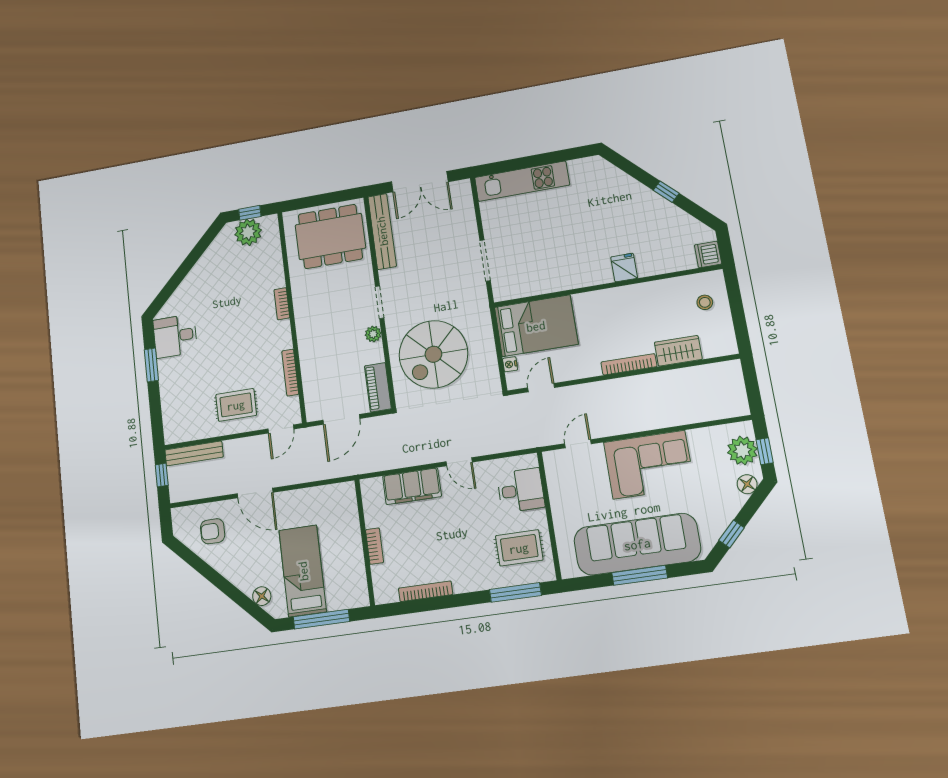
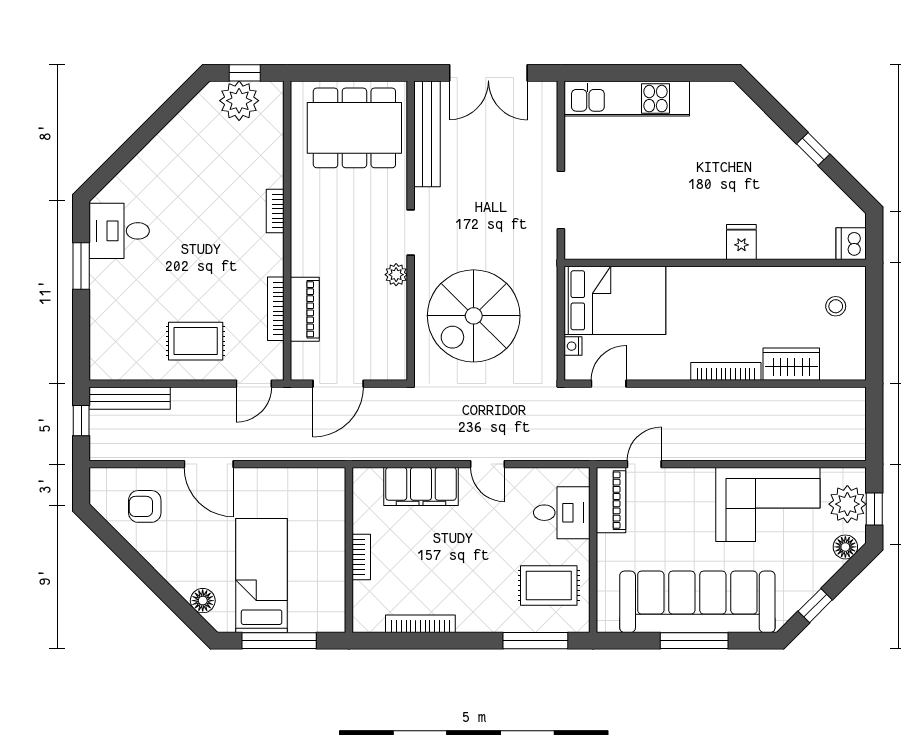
piano: (378, 387) -> (305, 309), moved, turned 180
corner sofa: (649, 465) -> (768, 504), moved
piano: (557, 475) -> (611, 500), added

